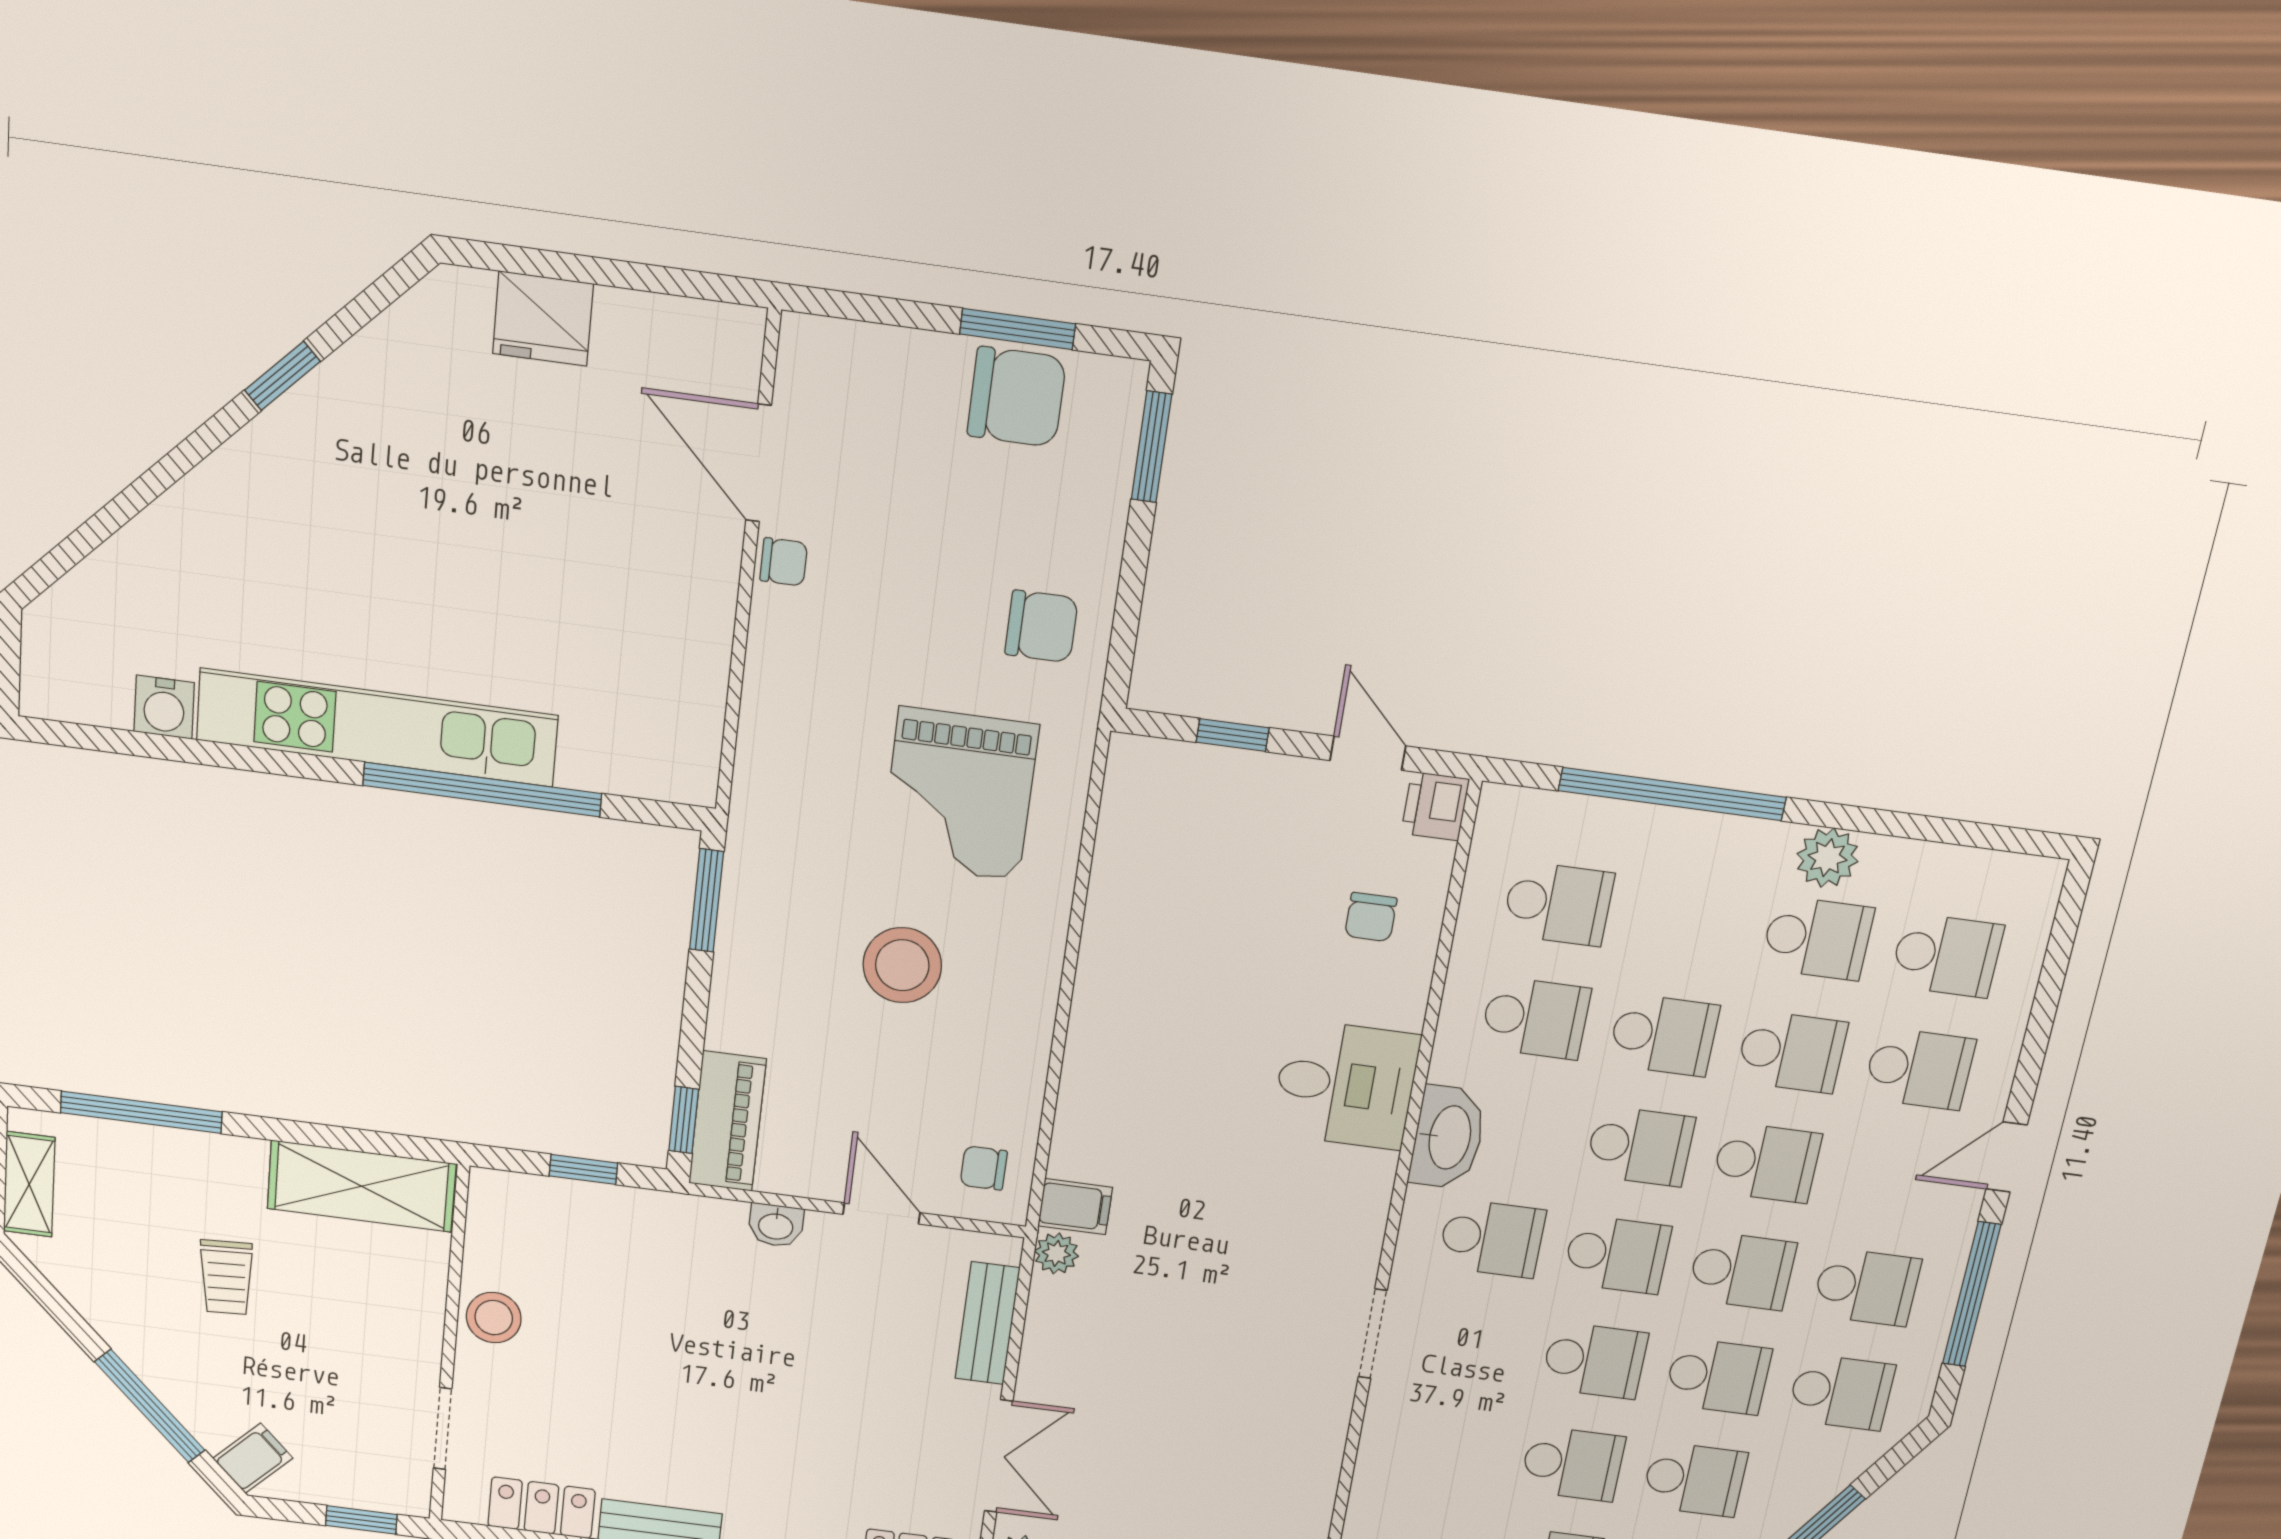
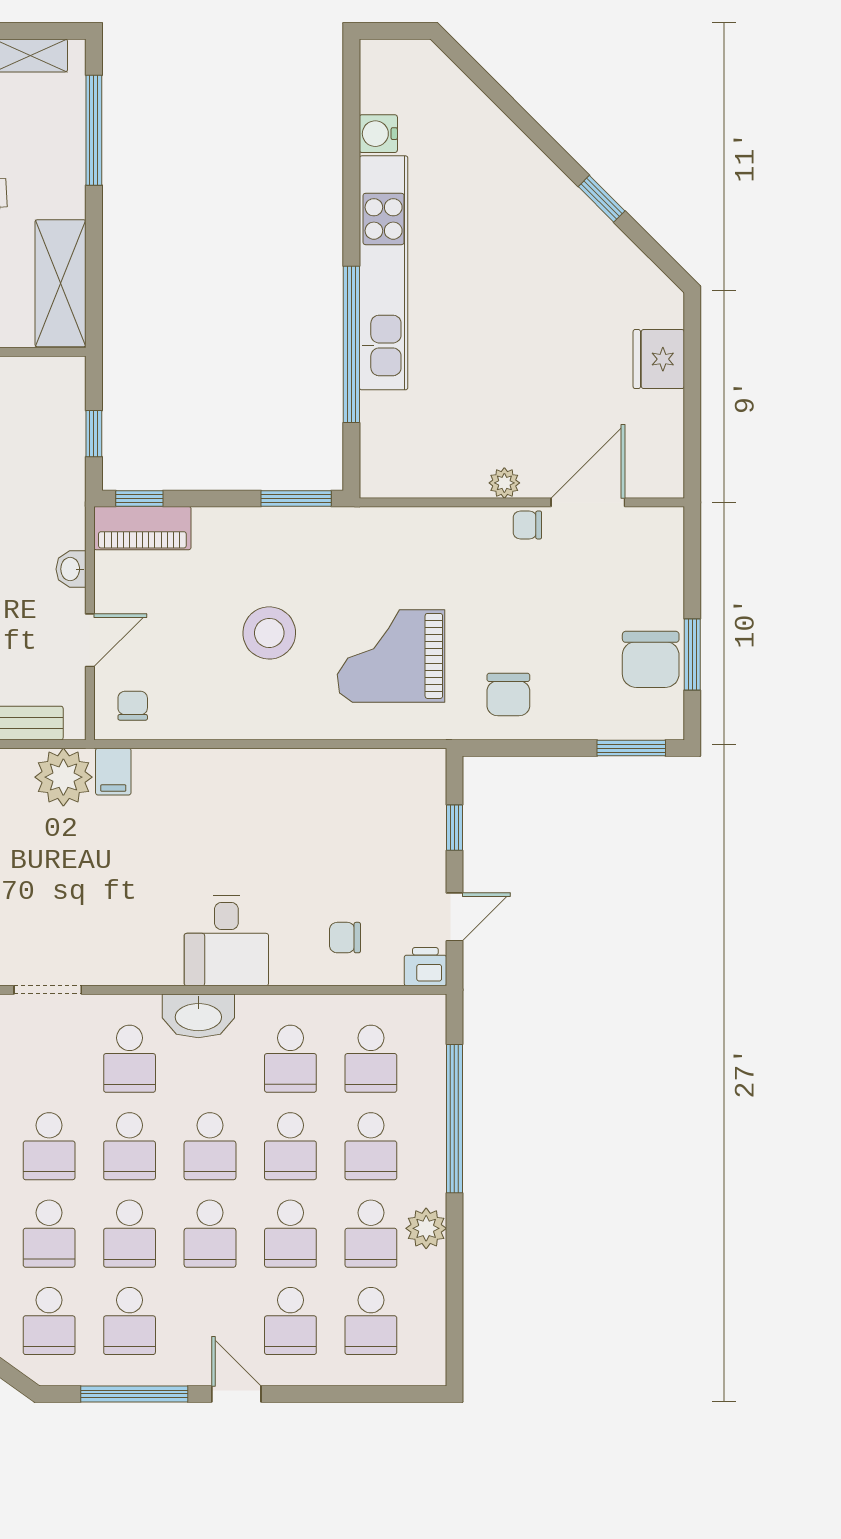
chair: (784, 562) -> (527, 525), turned 90
plant: (715, 589) -> (504, 483), added
school desk: (1688, 921) -> (371, 1146), added
plant: (1056, 1253) -> (63, 777), width x1.87, depth x1.87

